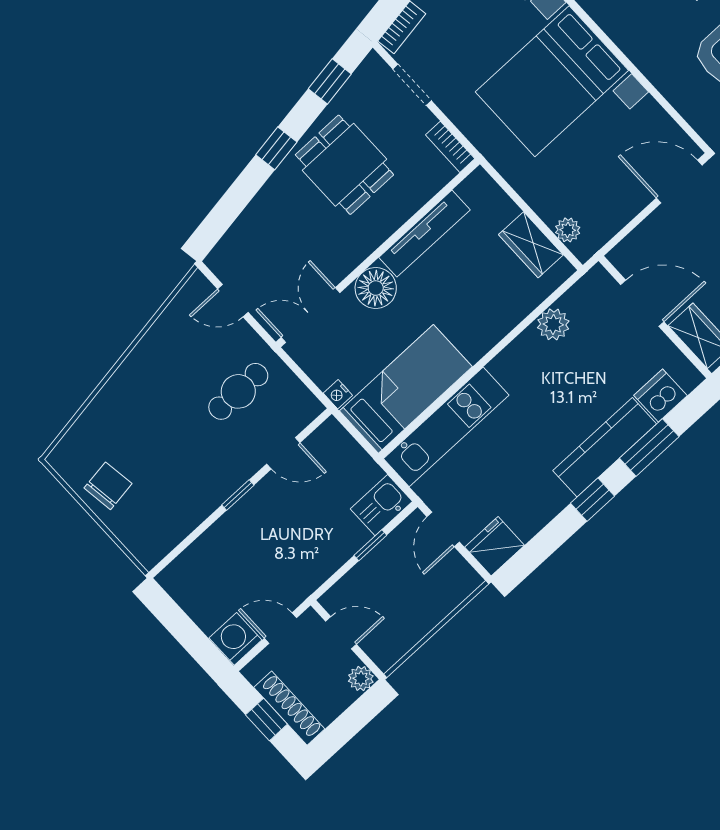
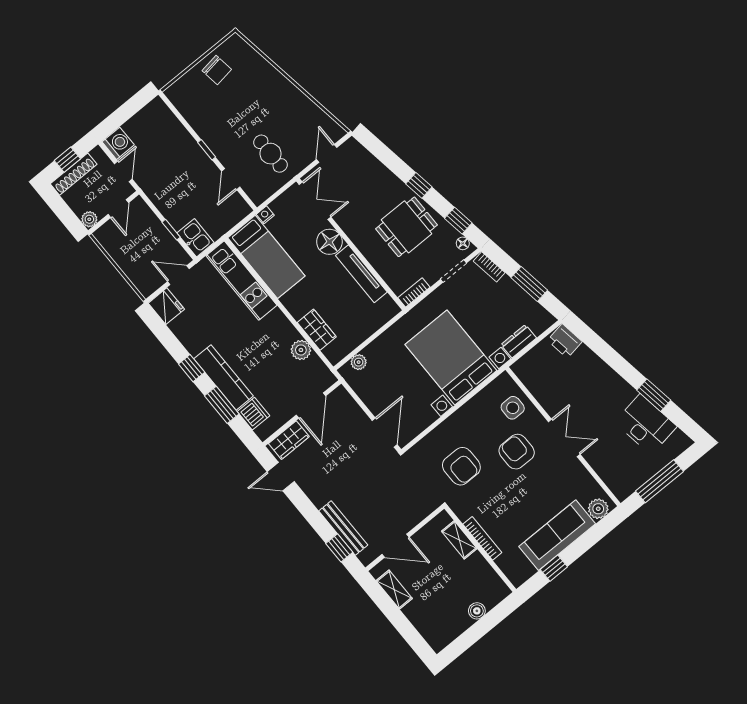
floor lamp: (366, 72) -> (463, 243), added
wardrobe: (531, 245) -> (317, 330), moved, turned 90

